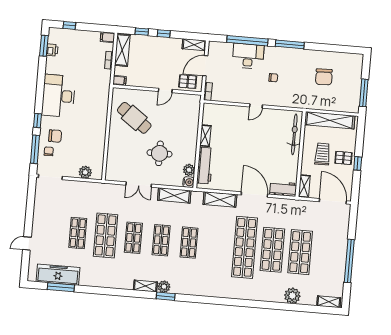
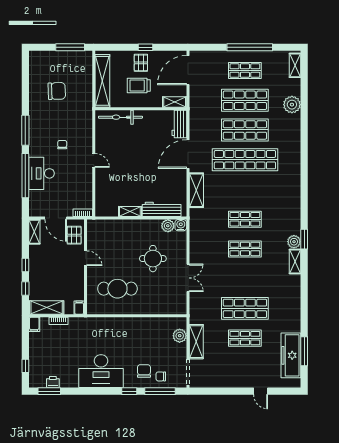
cafe table: (134, 118) -> (117, 289), turned 54
shelving: (174, 195) -> (196, 342), moved
shop shelf: (133, 238) -> (245, 71), moved

